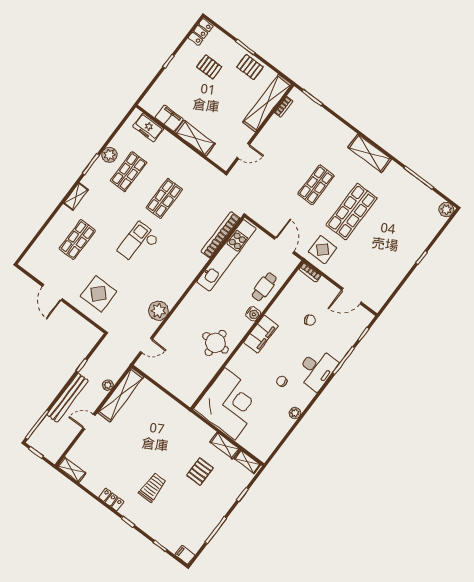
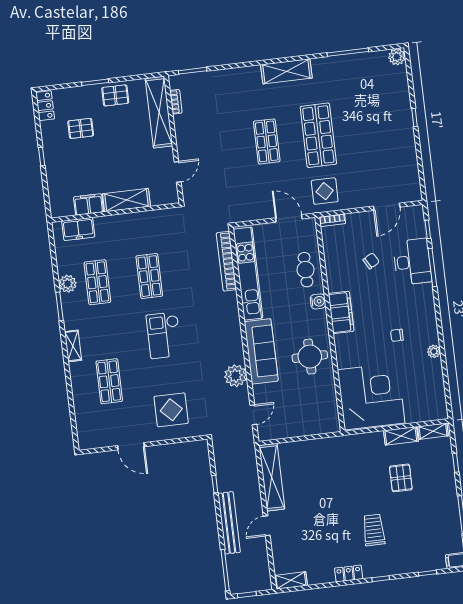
sofa: (189, 311) -> (261, 351), added
desk: (317, 369) -> (412, 262), moved
plant: (108, 385) -> (253, 480), removed

